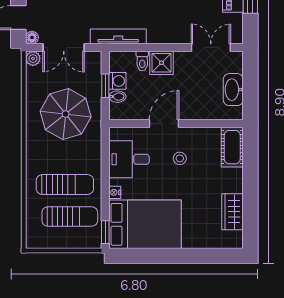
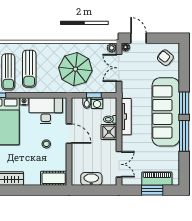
tv unit: (118, 36) -> (126, 117), moved
desk: (129, 159) -> (46, 111), width x1.37

